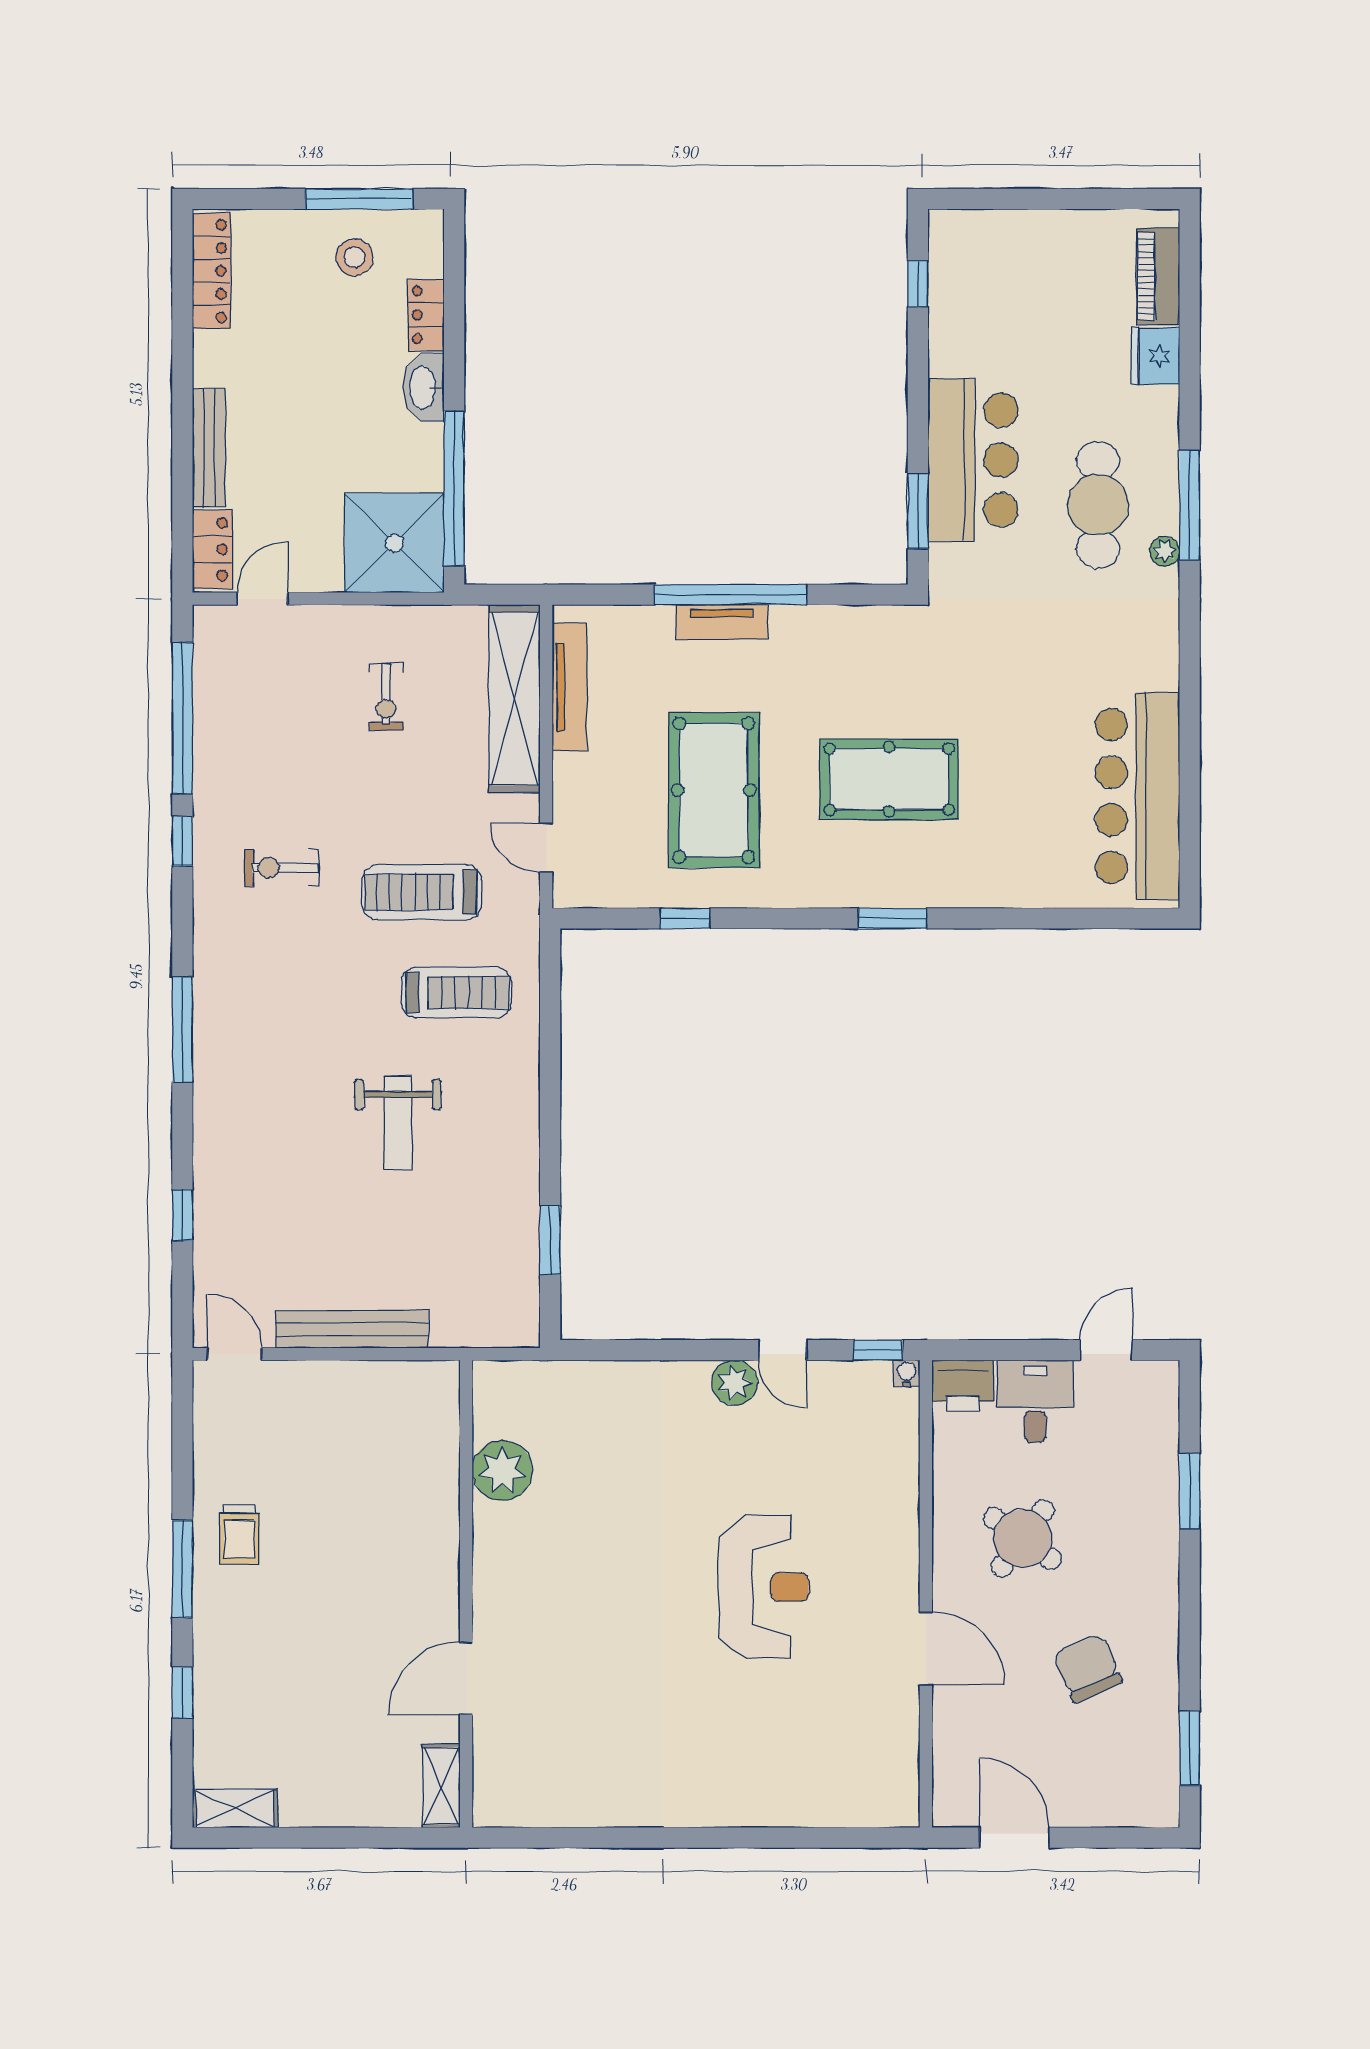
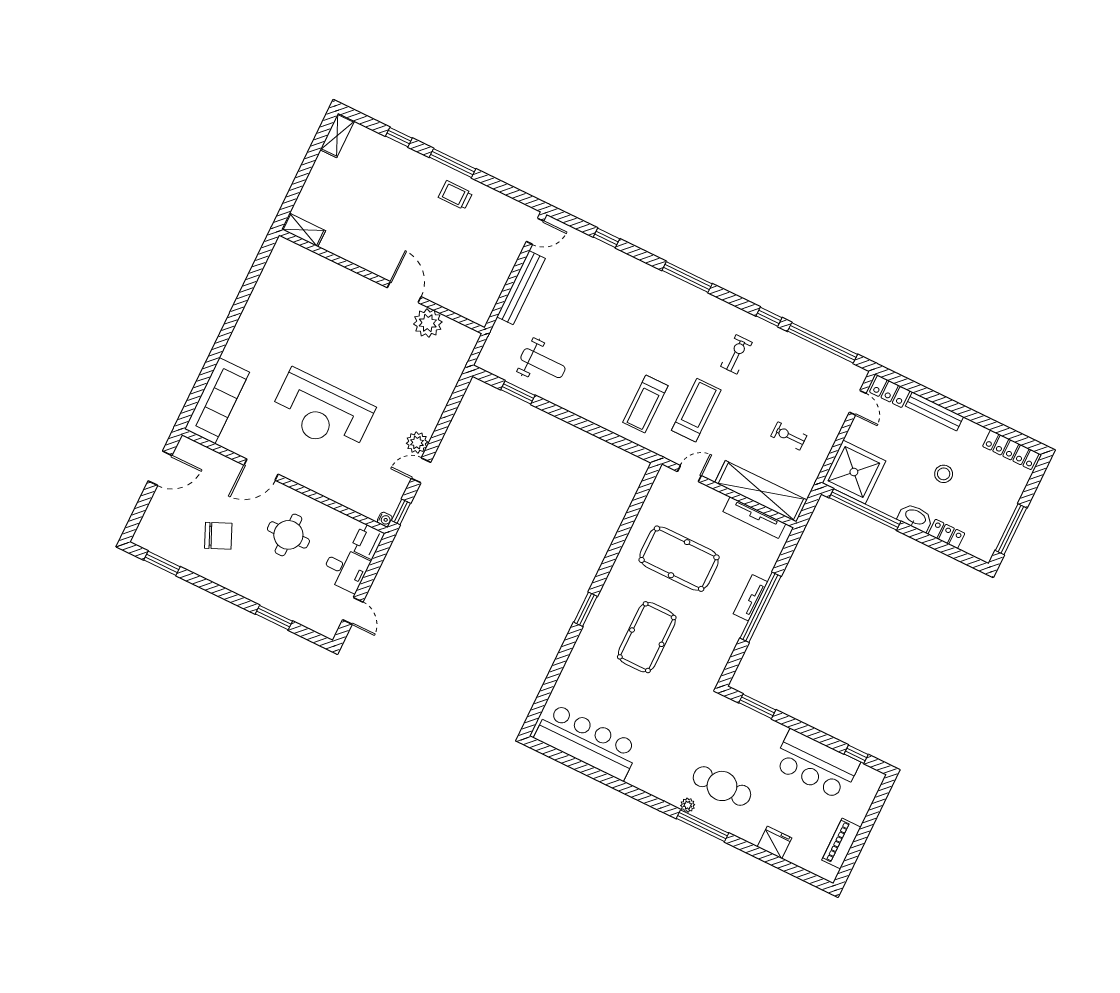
stool: (355, 257) -> (944, 474), moved
piano: (1158, 276) -> (841, 844), moved, turned -90
bar counter: (973, 460) -> (816, 764), moved
window: (685, 918) -> (629, 519), removed
weight bench: (398, 1123) -> (543, 363), moved, turned 180
round table: (1023, 1538) -> (288, 535), turned -36
reception desk: (764, 1587) -> (322, 412), width x1.36, depth x1.30
door: (466, 1678) -> (404, 292), moved
sofa: (837, 1793) -> (217, 401), added

